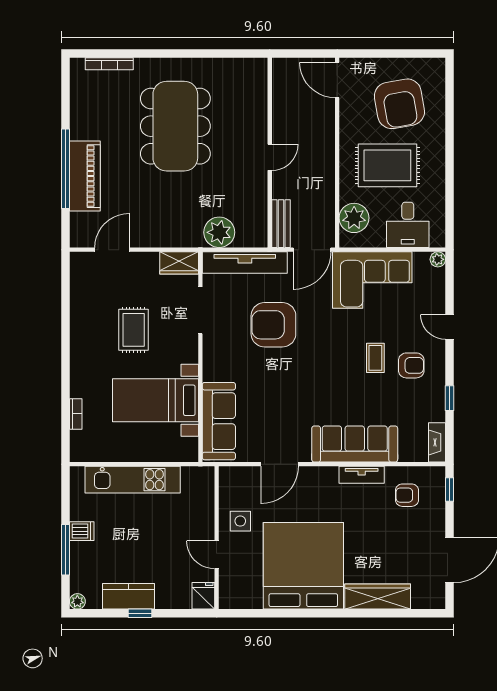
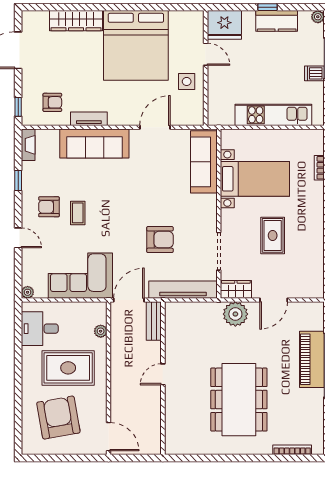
plant: (354, 218) -> (101, 331), width x0.53, depth x0.53
desk: (408, 225) -> (40, 329), moved, turned -90
plant: (219, 232) -> (235, 314), moved
door: (112, 250) -> (274, 300), moved
armchair: (273, 325) -> (160, 240), width x0.73, depth x0.73
fridge: (203, 596) -> (224, 25), width x1.88, depth x1.34

